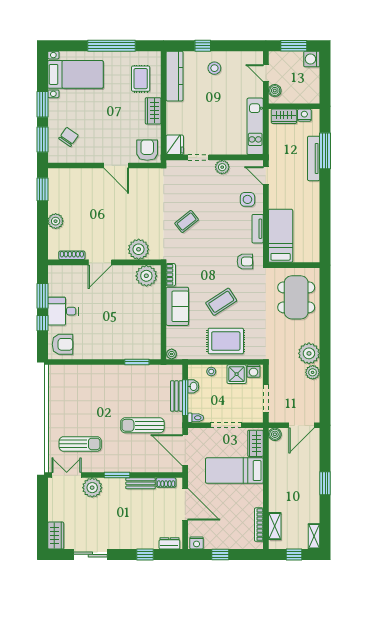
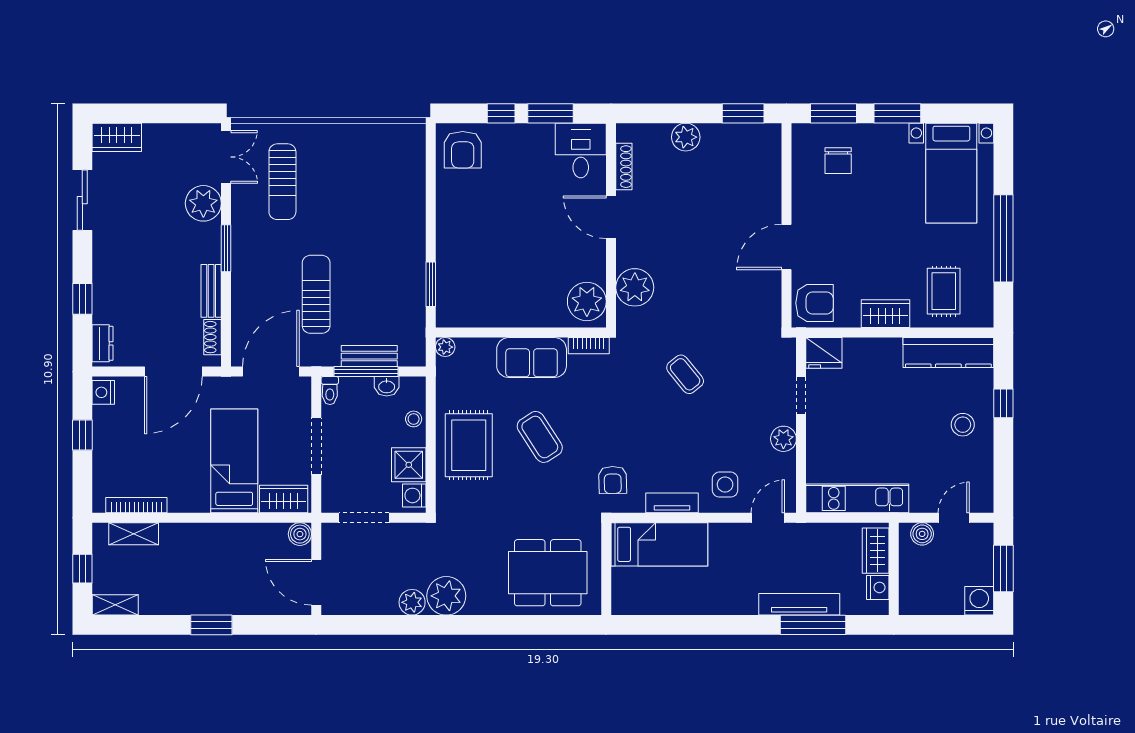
rug: (141, 79) -> (944, 291), turned 90
chair: (69, 137) -> (838, 161), turned 55
desk: (63, 311) -> (581, 150), moved

